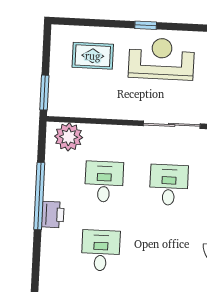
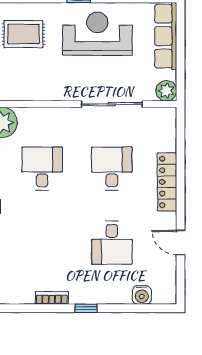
desk: (101, 250) -> (112, 243), moved, turned 180

